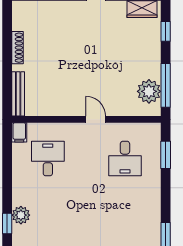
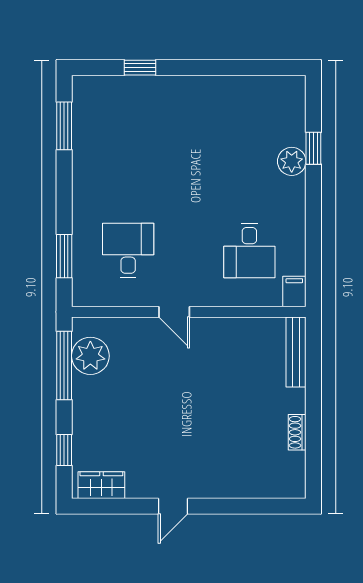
shoe rack: (17, 48) -> (297, 432), width x0.70

